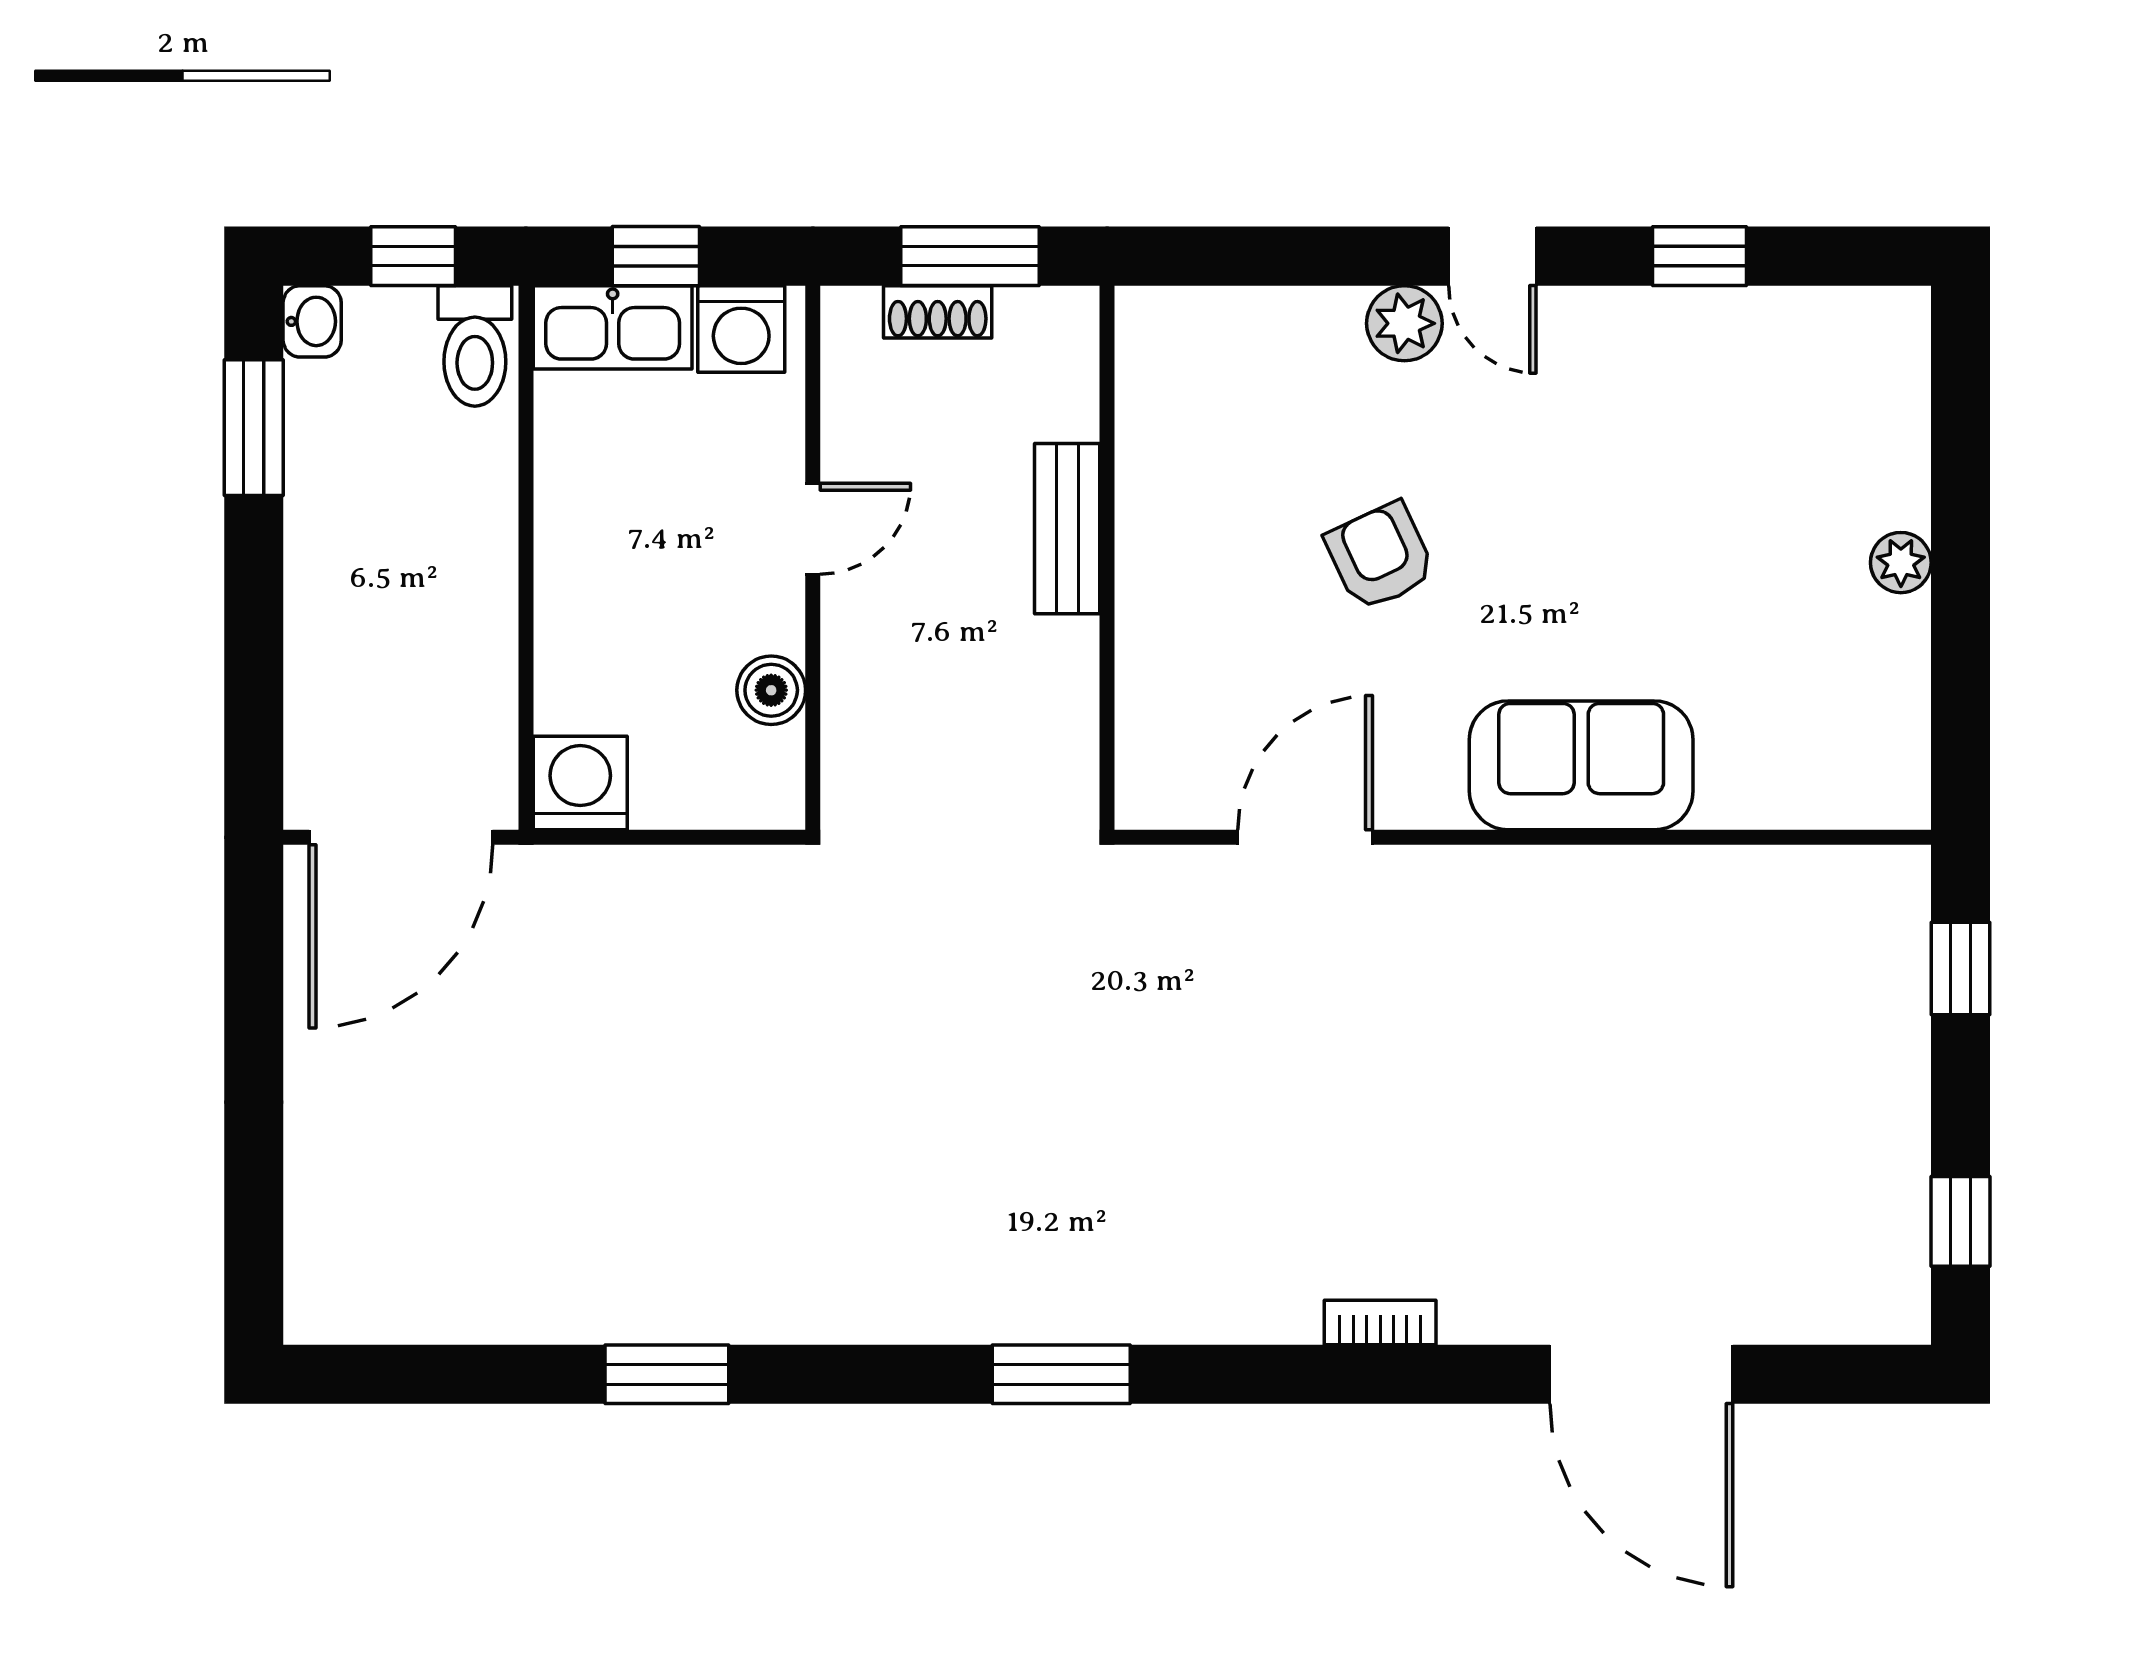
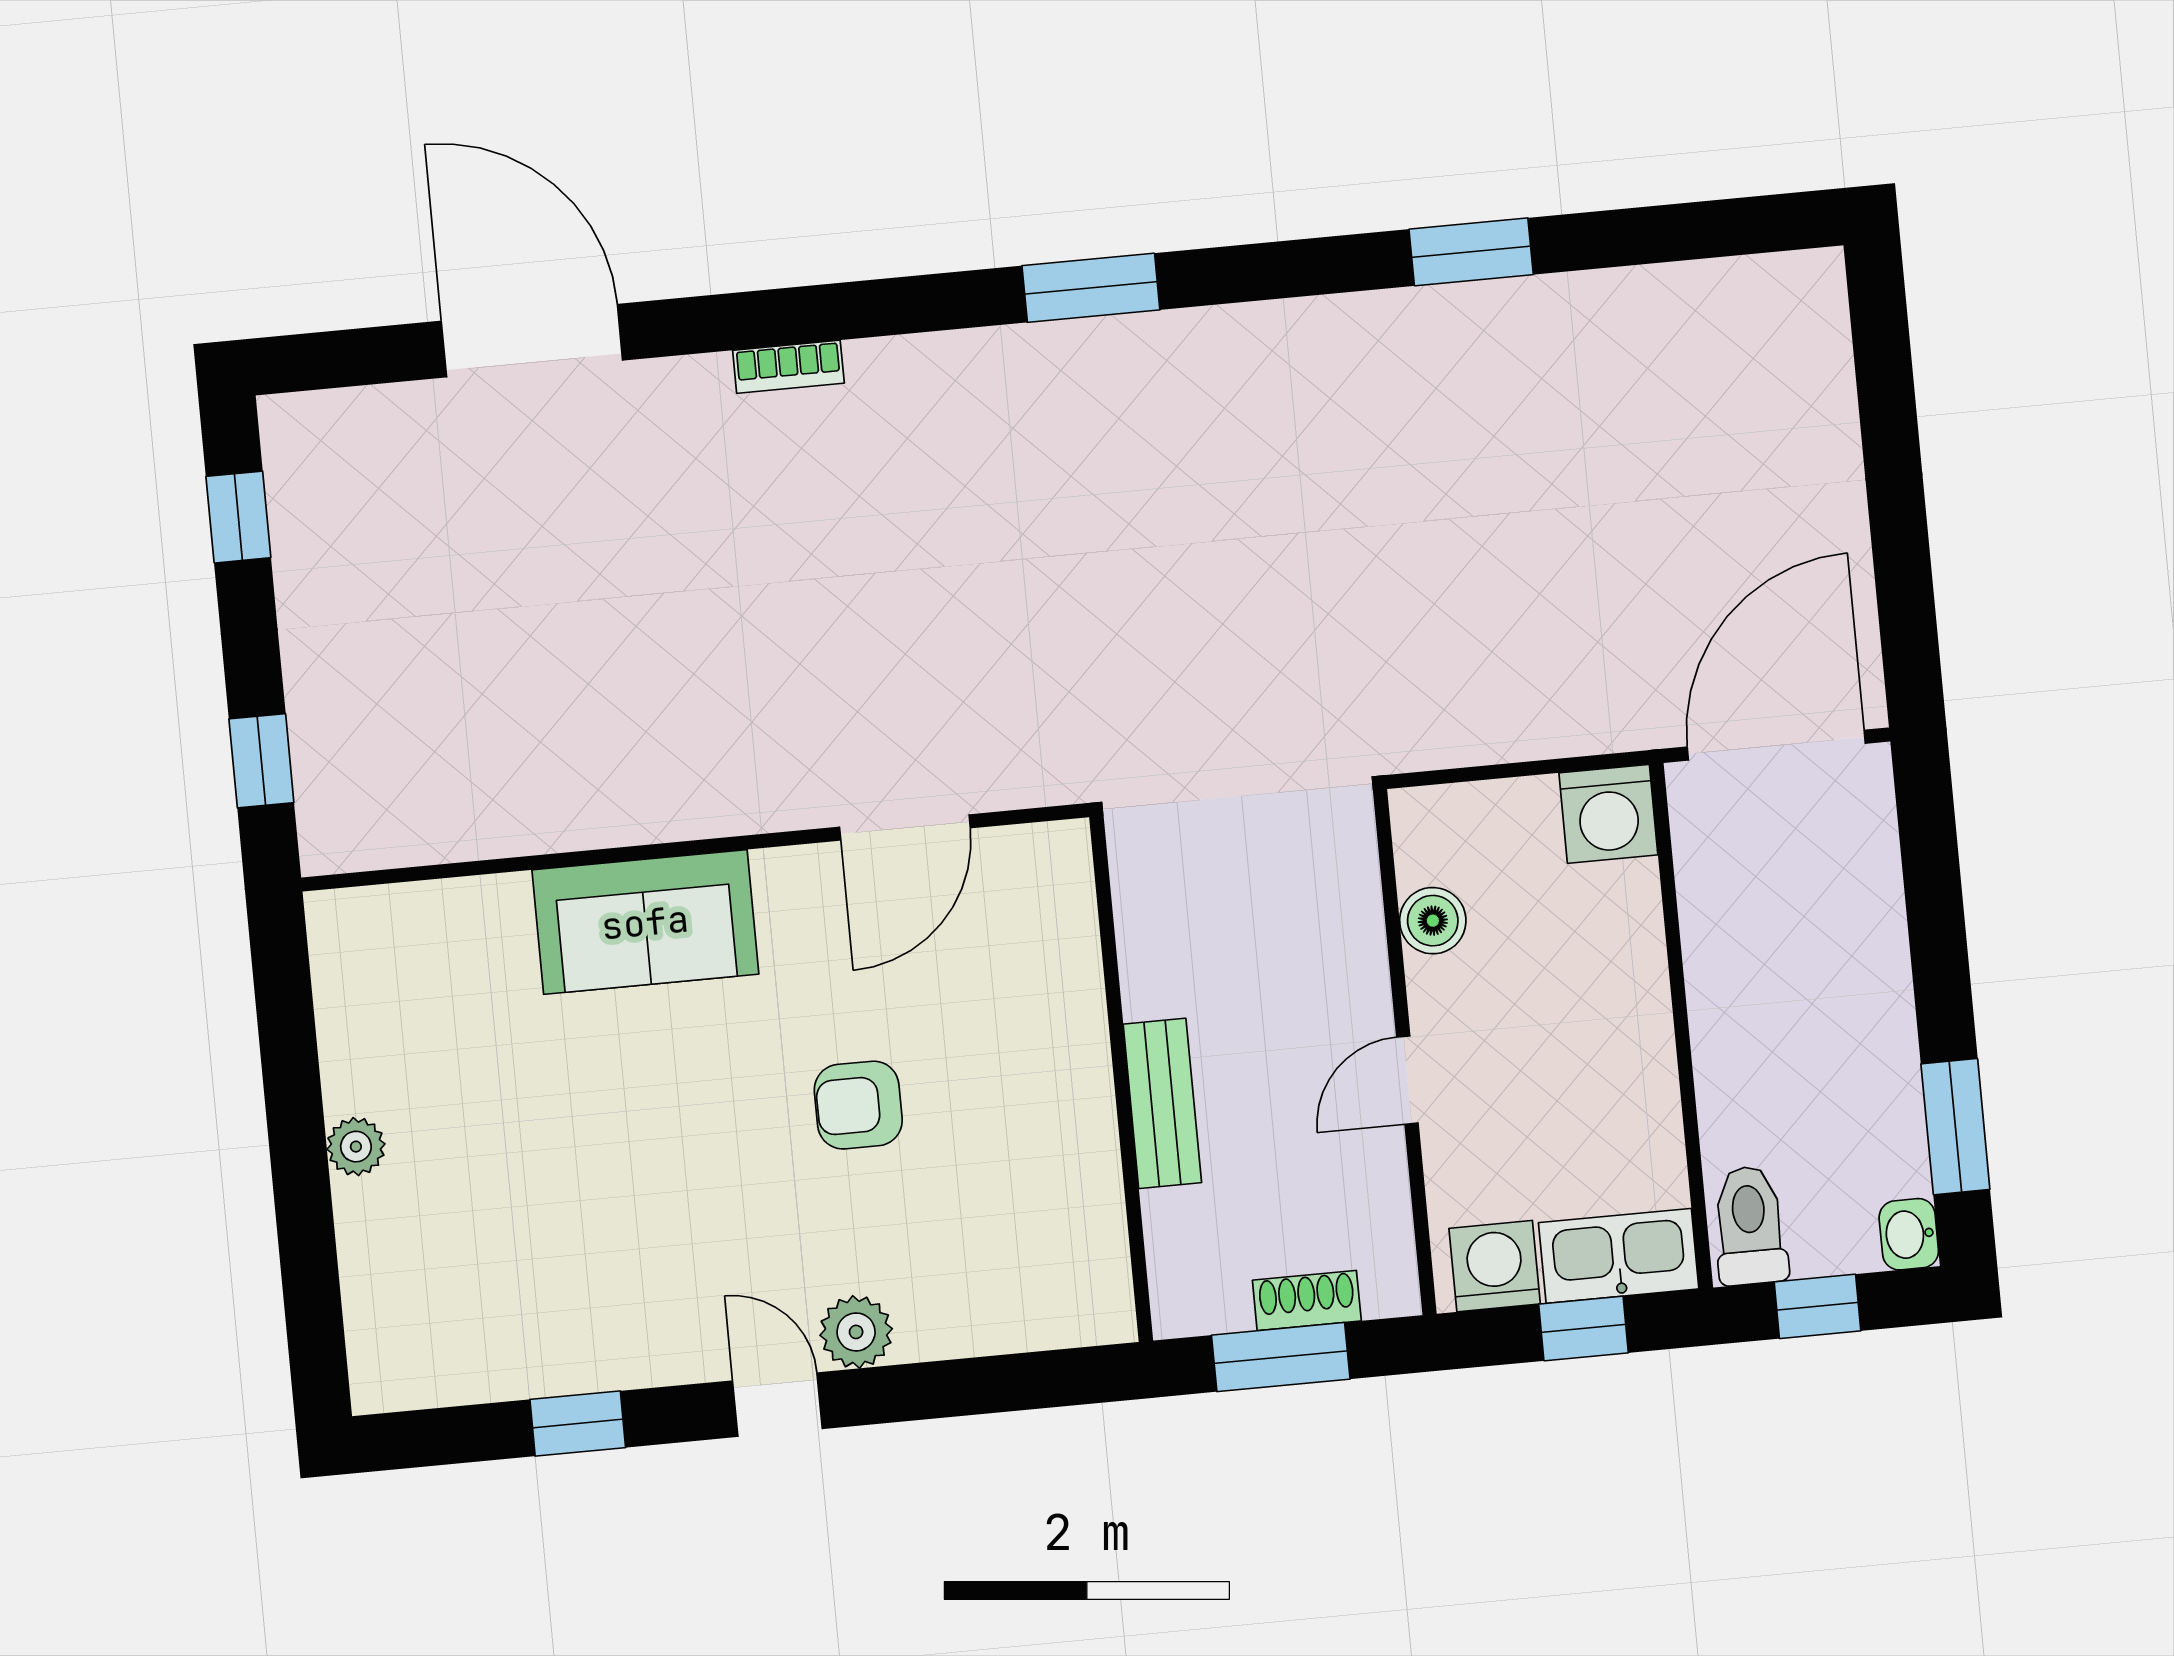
armchair: (1380, 556) -> (858, 1105), turned 115

